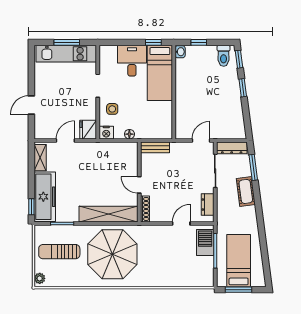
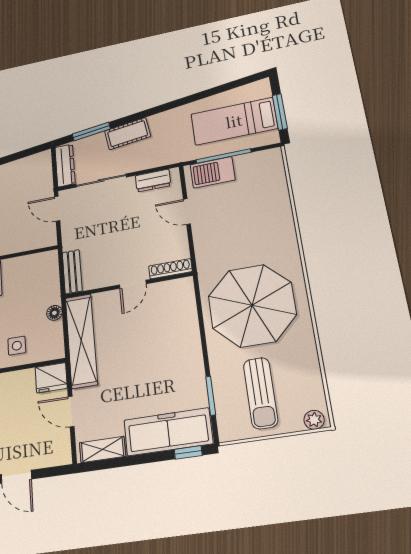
nightstand: (106, 133) -> (54, 349), removed
shelving: (108, 214) -> (81, 341), moved

